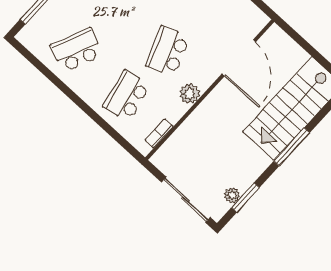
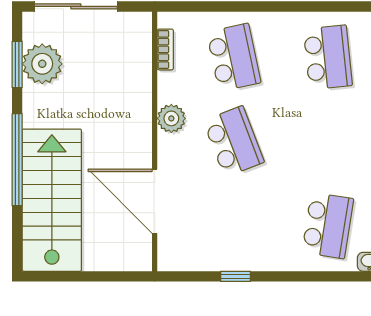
school desk: (77, 50) -> (328, 57), turned -30
window: (292, 147) -> (17, 160), width x1.46
plant: (232, 195) -> (42, 64), width x1.88, depth x1.88

